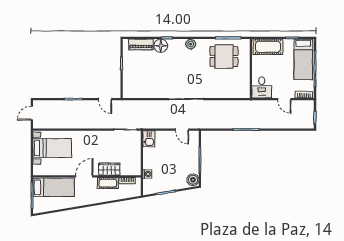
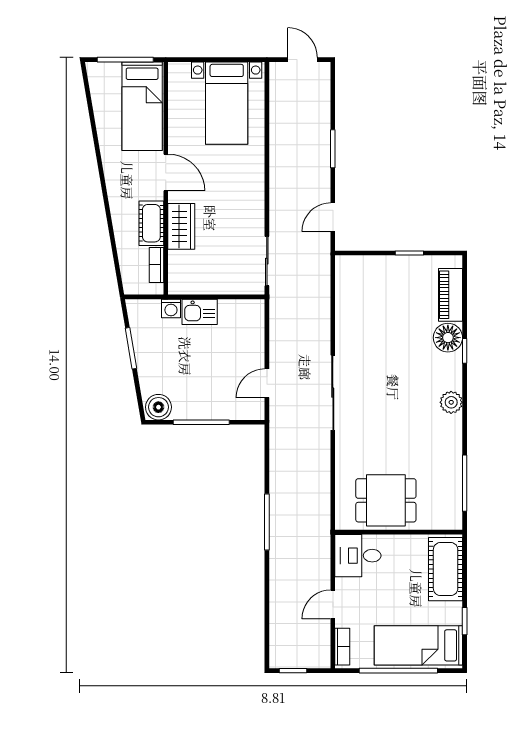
dining table: (224, 56) -> (386, 500), moved, turned 90
kitchen sink: (149, 139) -> (200, 312), moved

